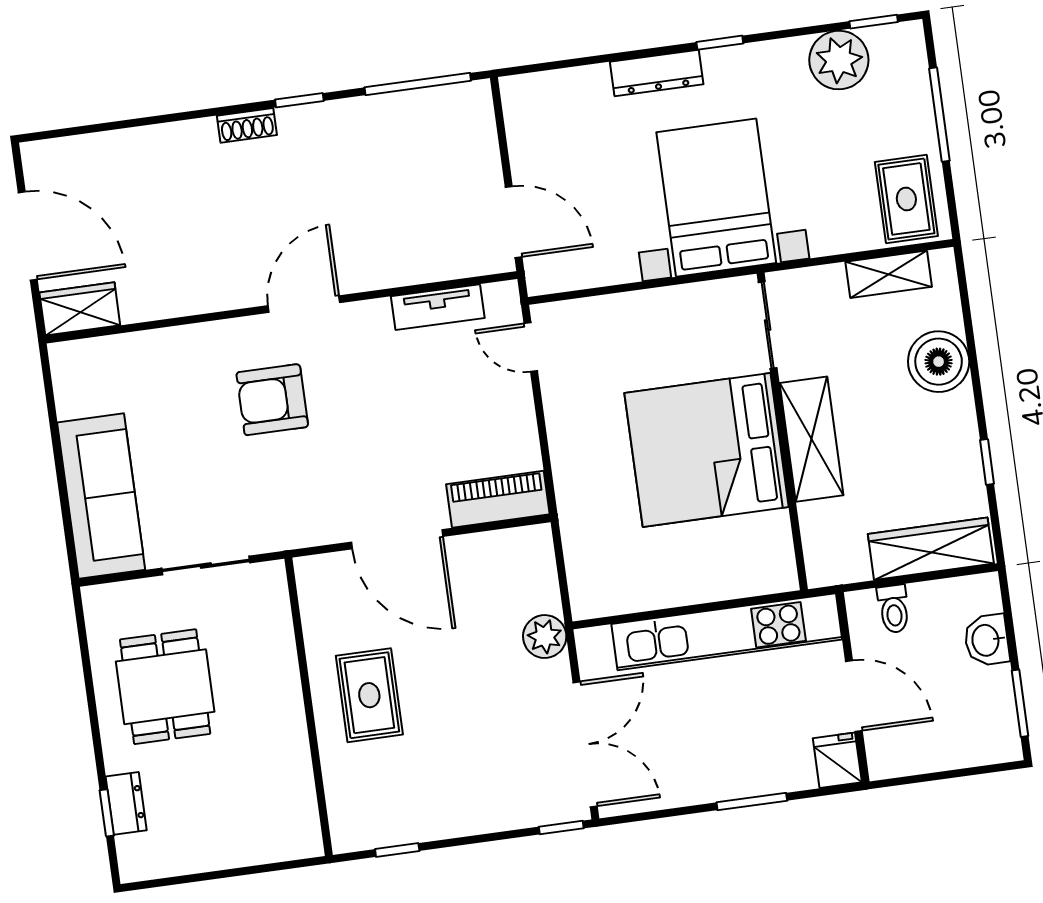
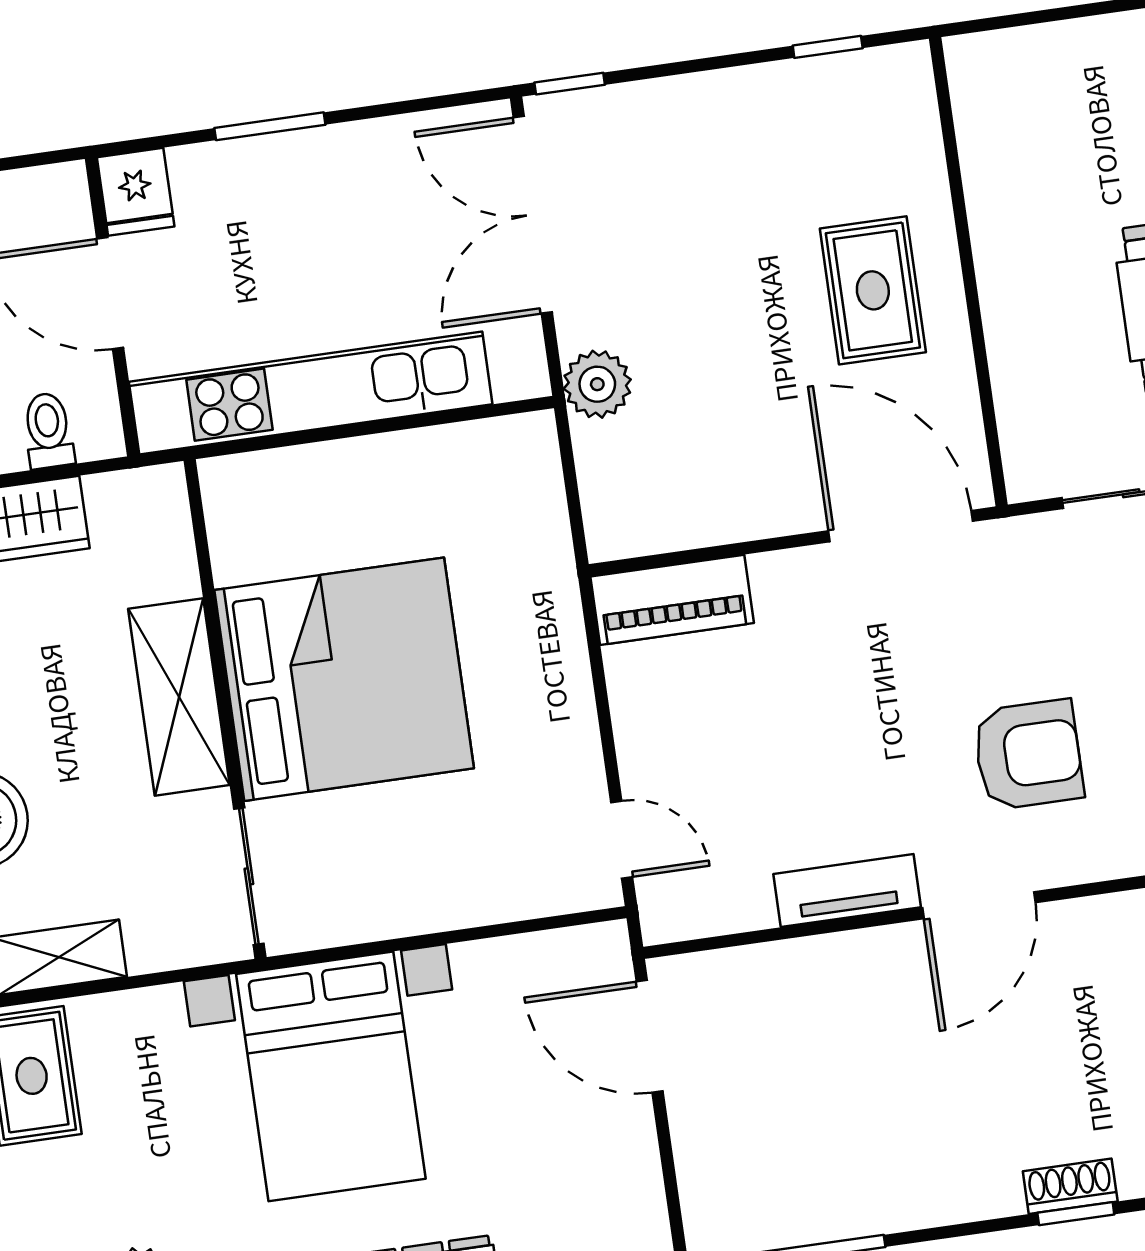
window: (299, 100) -> (1076, 1214), moved
tv unit: (438, 307) -> (847, 891), moved
door: (397, 539) -> (901, 526), moved

